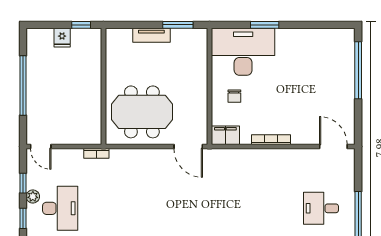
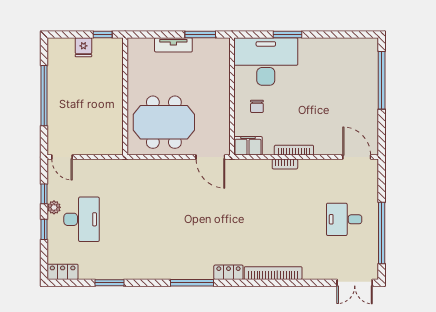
bookcase: (96, 153) -> (285, 164), moved

